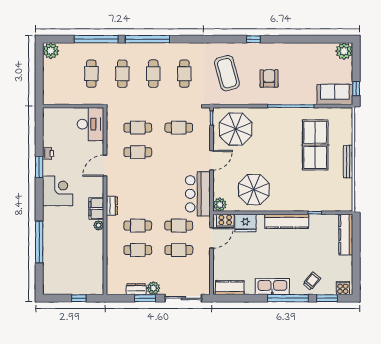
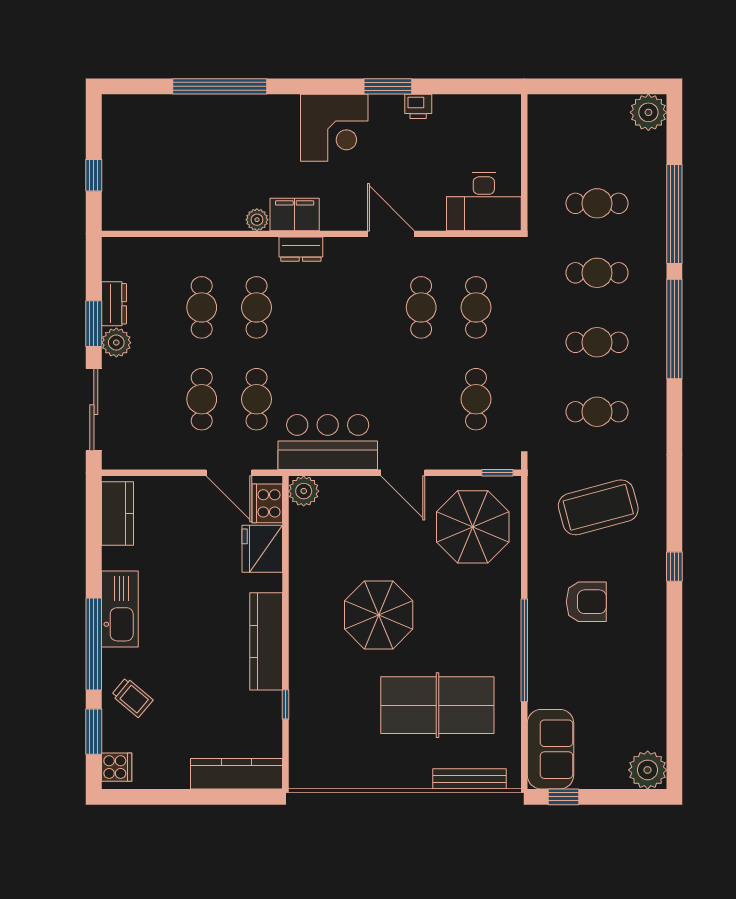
bench: (348, 162) -> (470, 779), moved
parasol: (254, 190) -> (379, 615), moved

